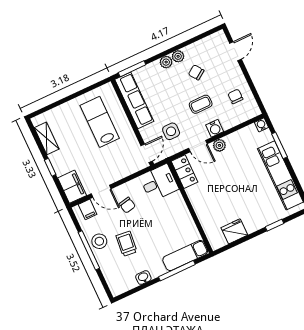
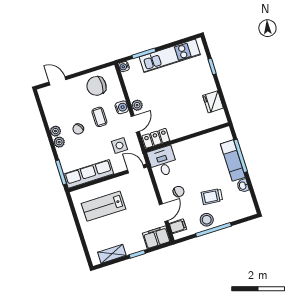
chair: (196, 72) -> (78, 129), moved
chair: (235, 96) -> (96, 86), width x1.87, depth x1.87
exam couch: (185, 256) -> (233, 161), moved

